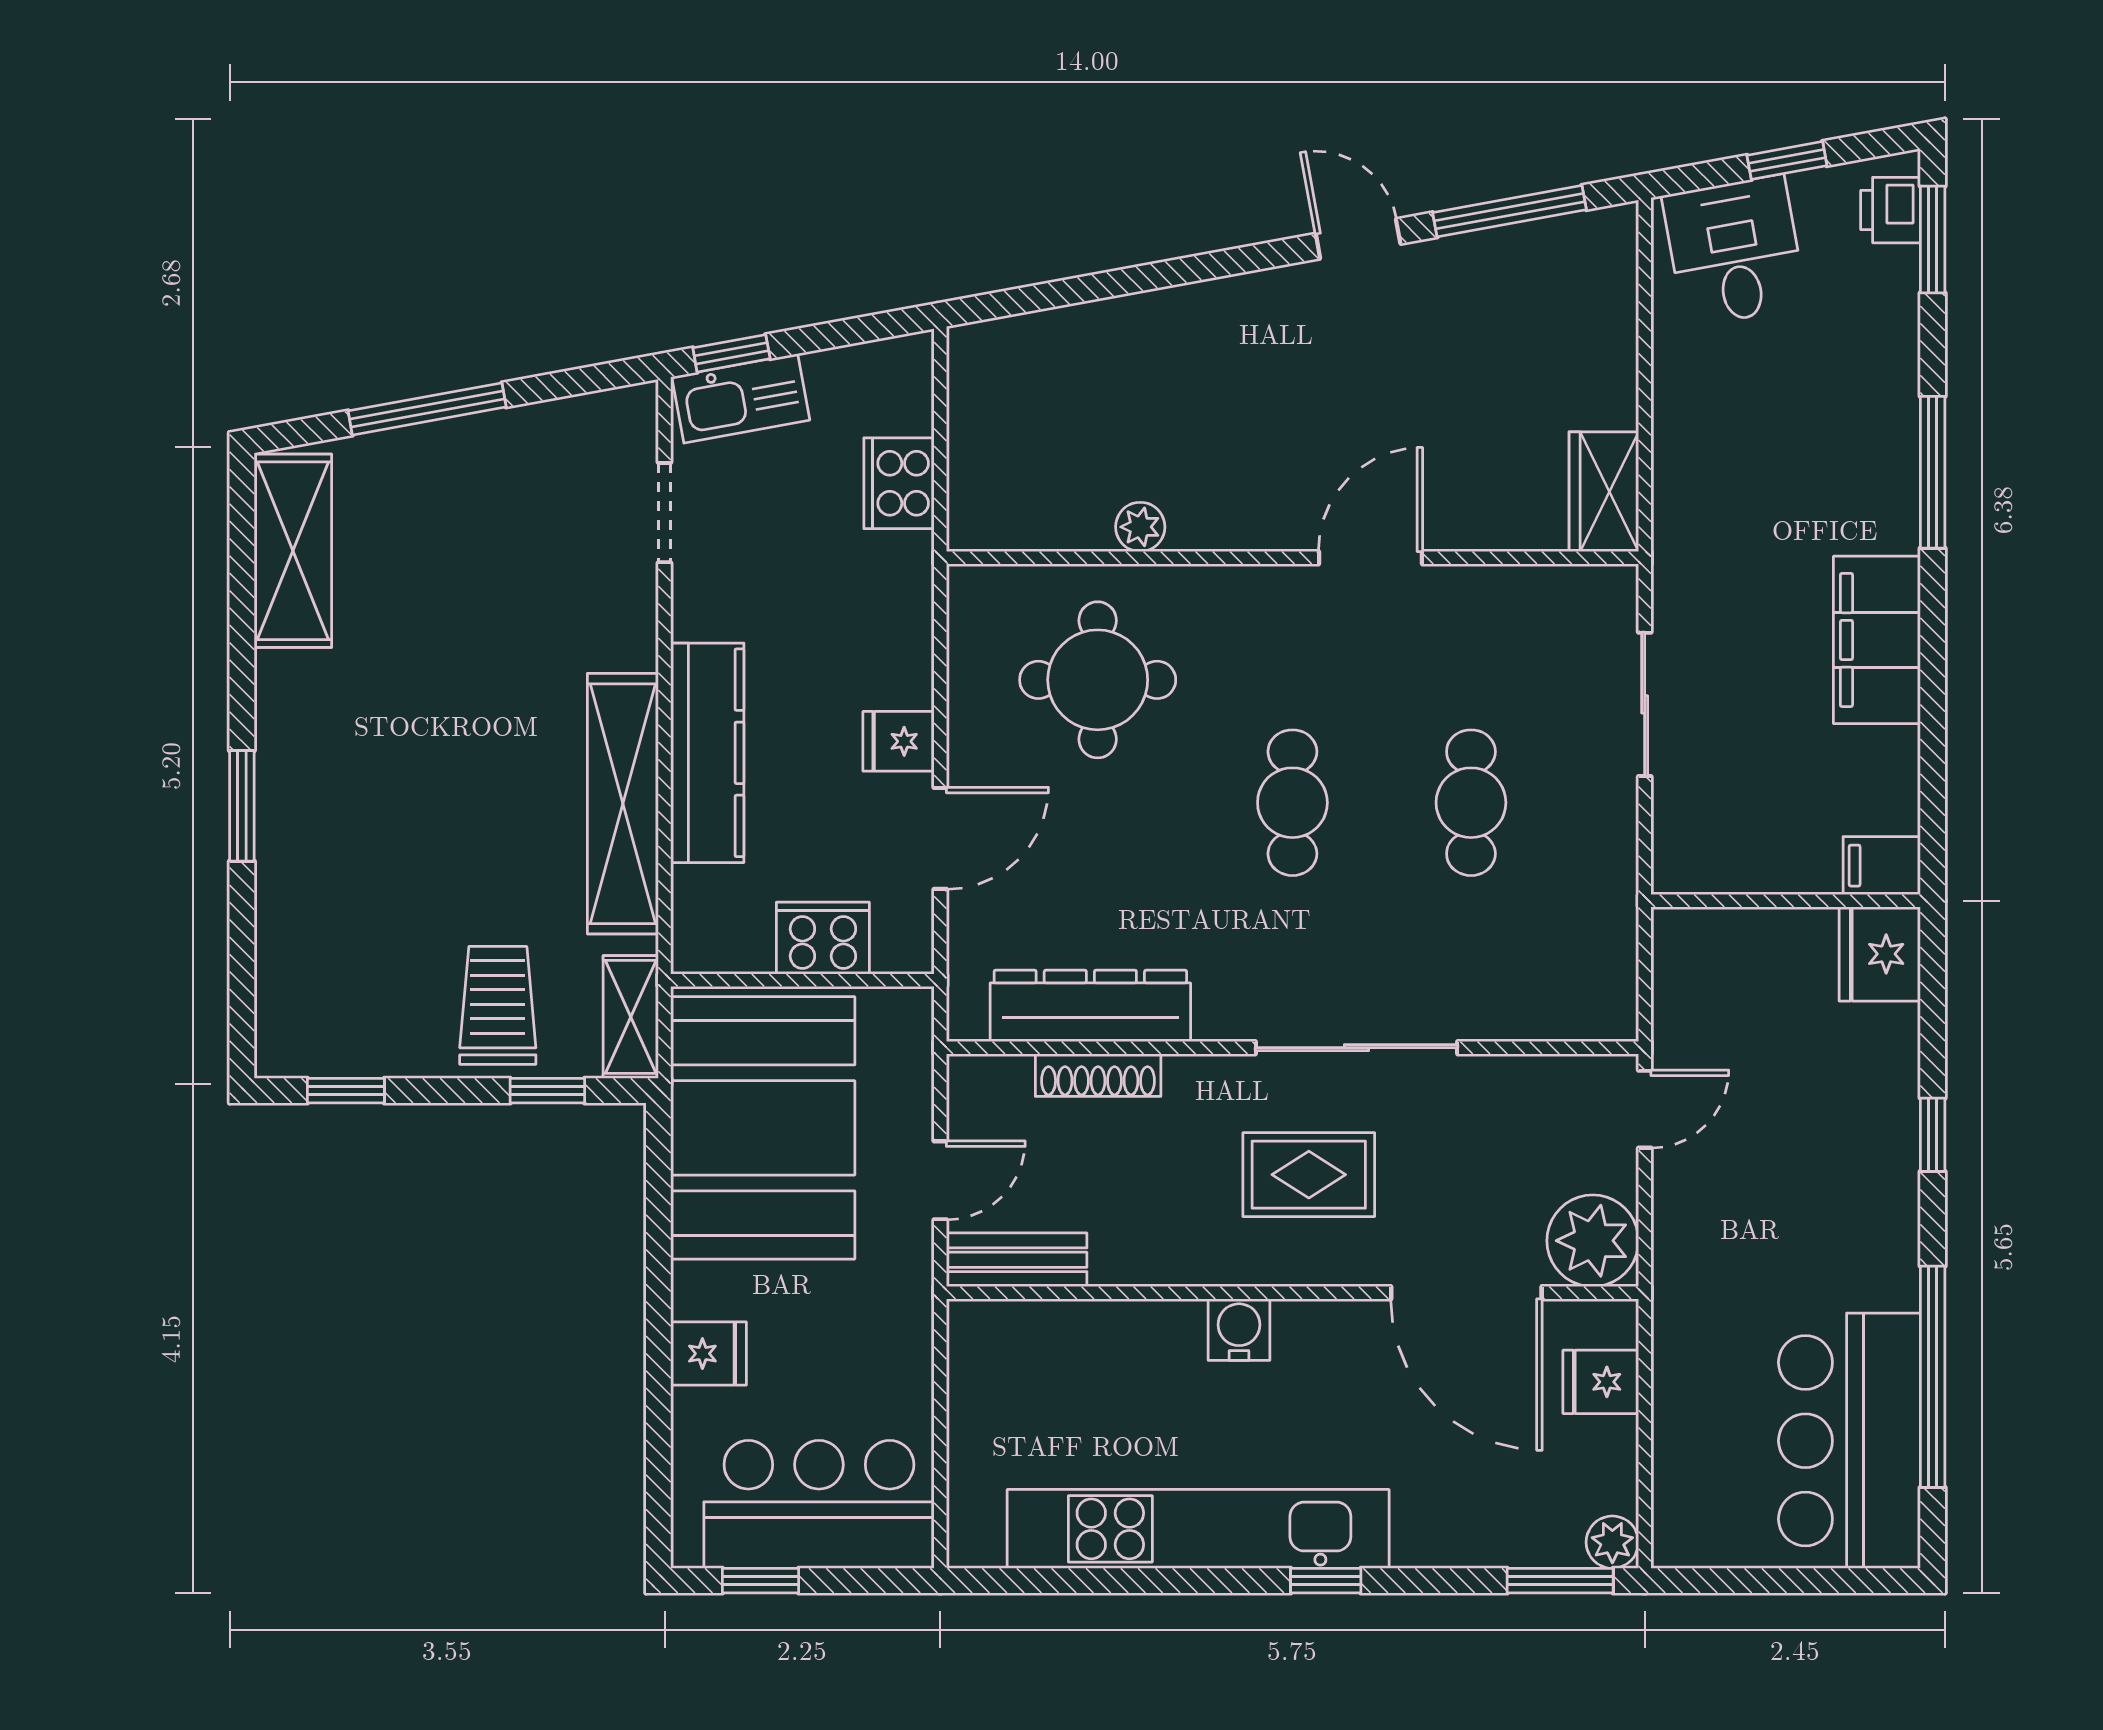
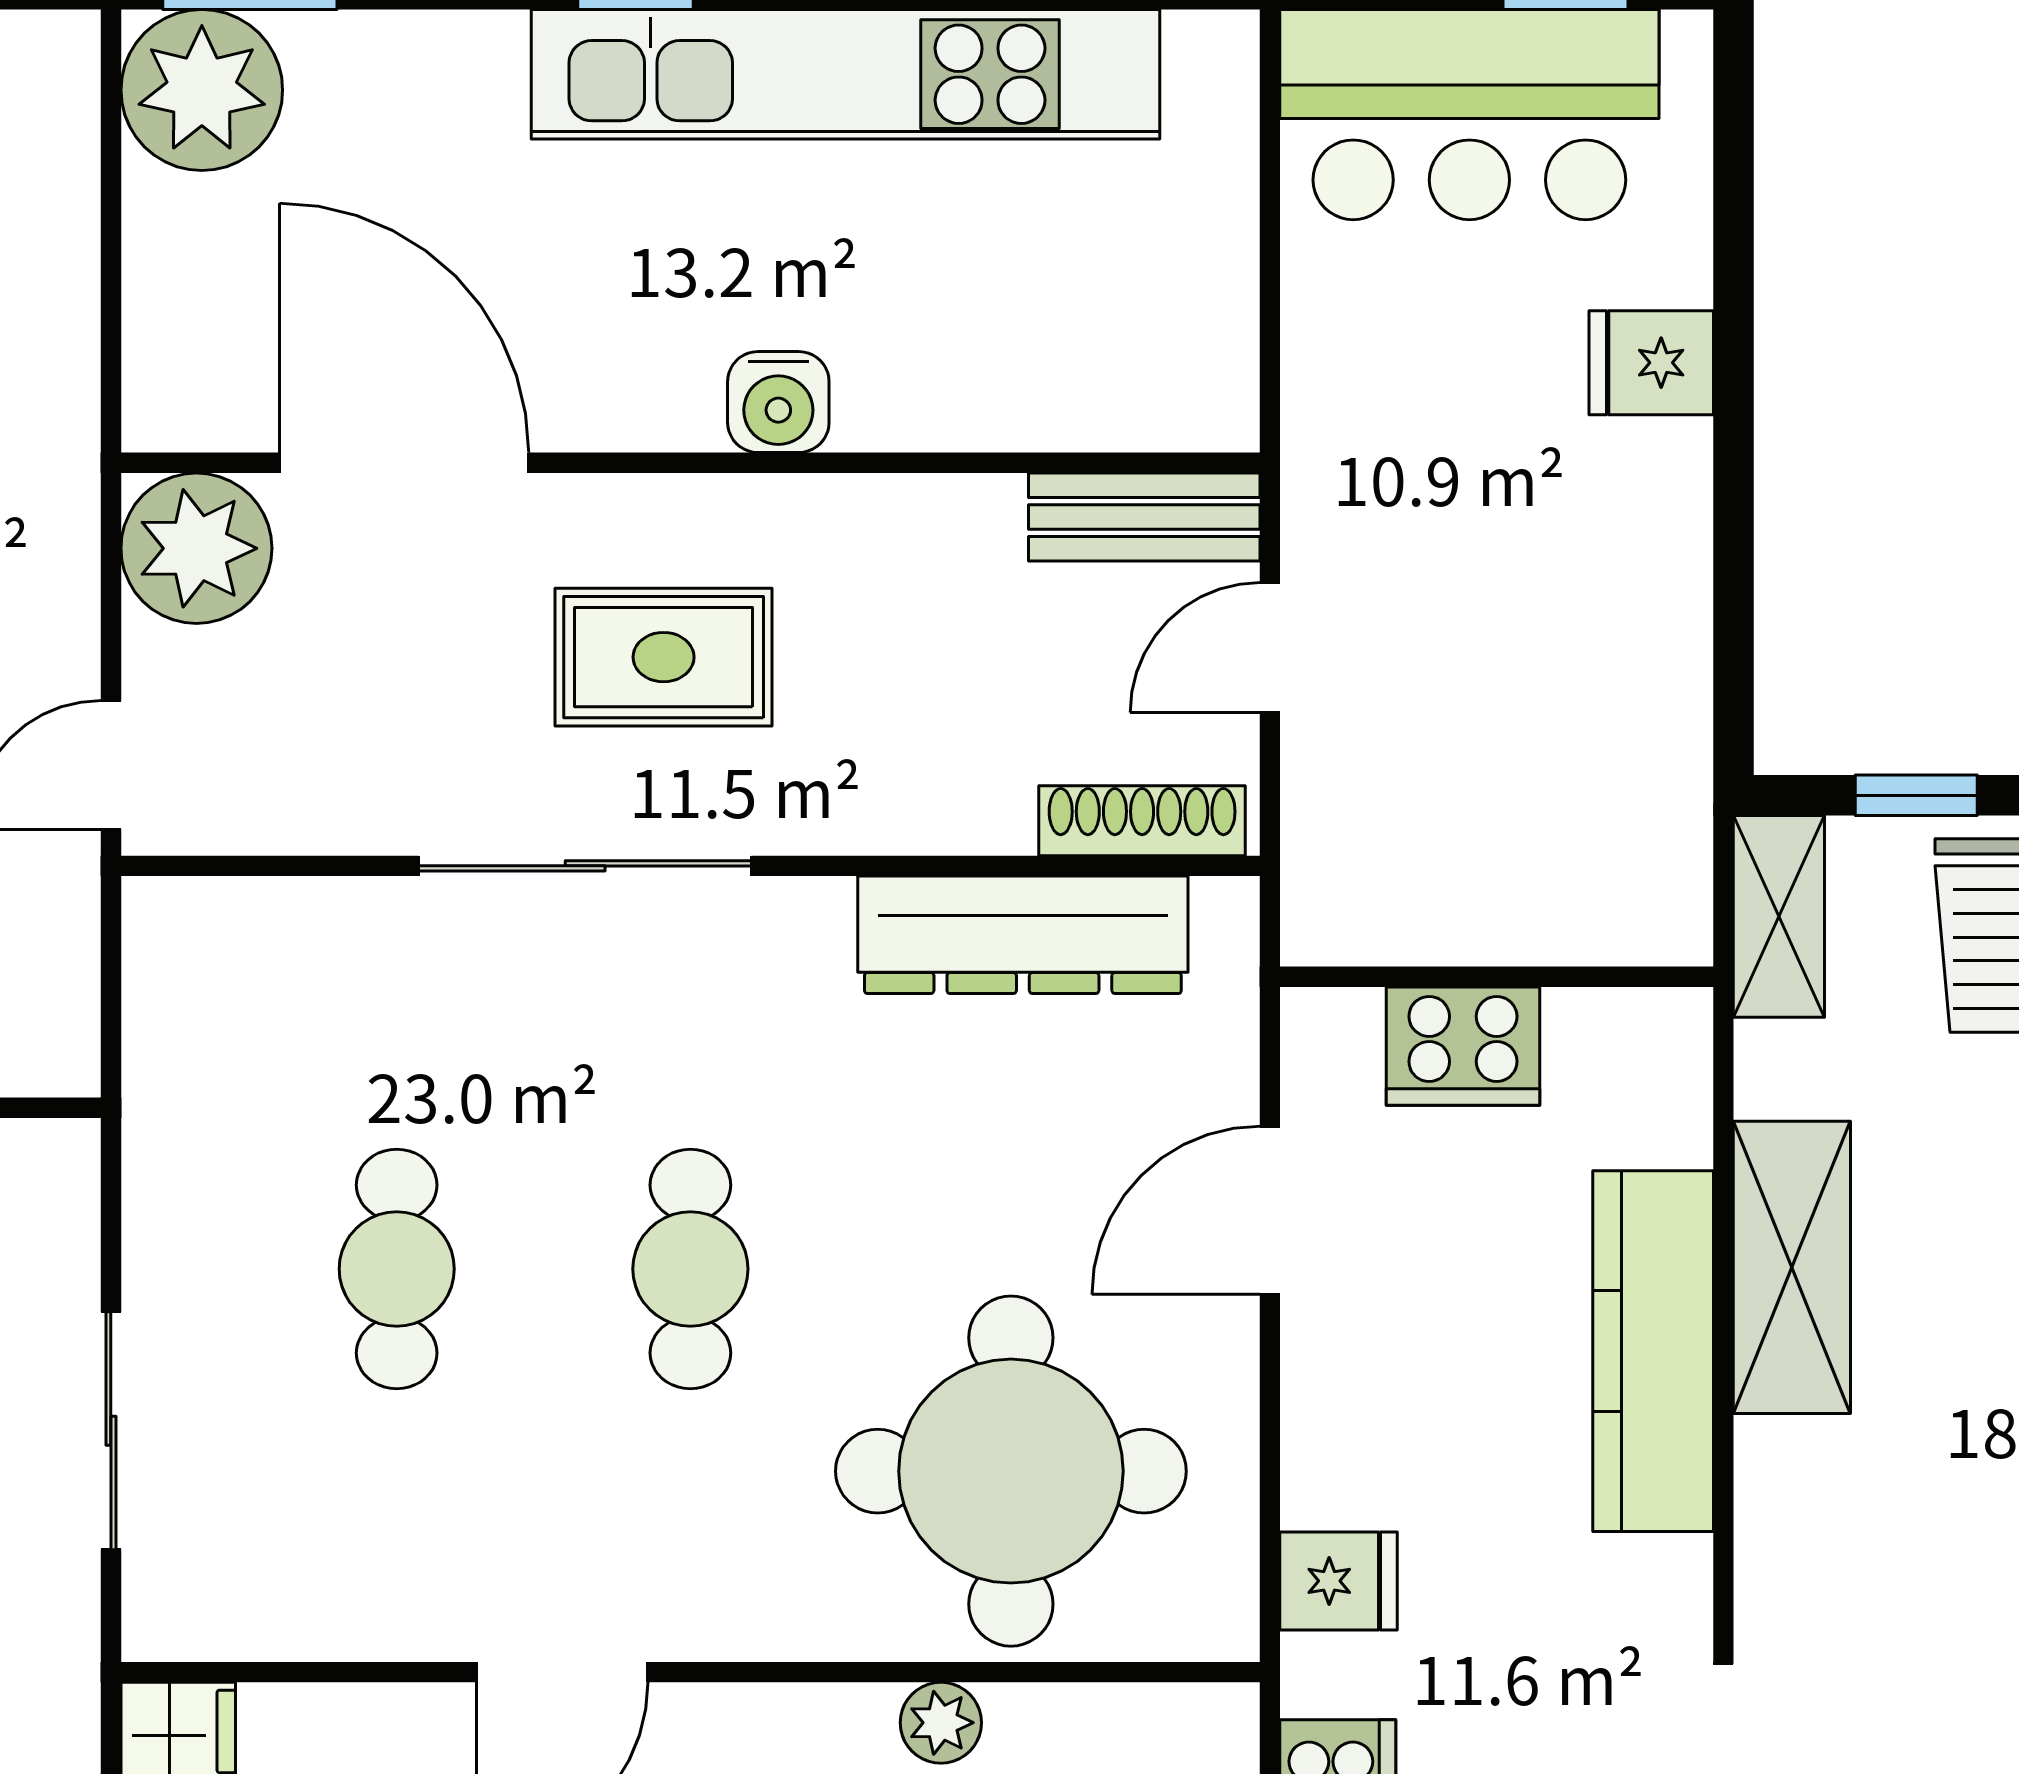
round table: (1098, 680) -> (1011, 1471), width x1.36, depth x1.36
fridge: (899, 741) -> (1339, 1581), moved
shelving: (623, 804) -> (1792, 1267), width x0.68
shoe rack: (1098, 1075) -> (1142, 821), moved
booth: (763, 1128) -> (1562, 734), removed
fridge: (1601, 1382) -> (183, 316), removed
plant: (1612, 1542) -> (202, 90), width x1.88, depth x1.88

